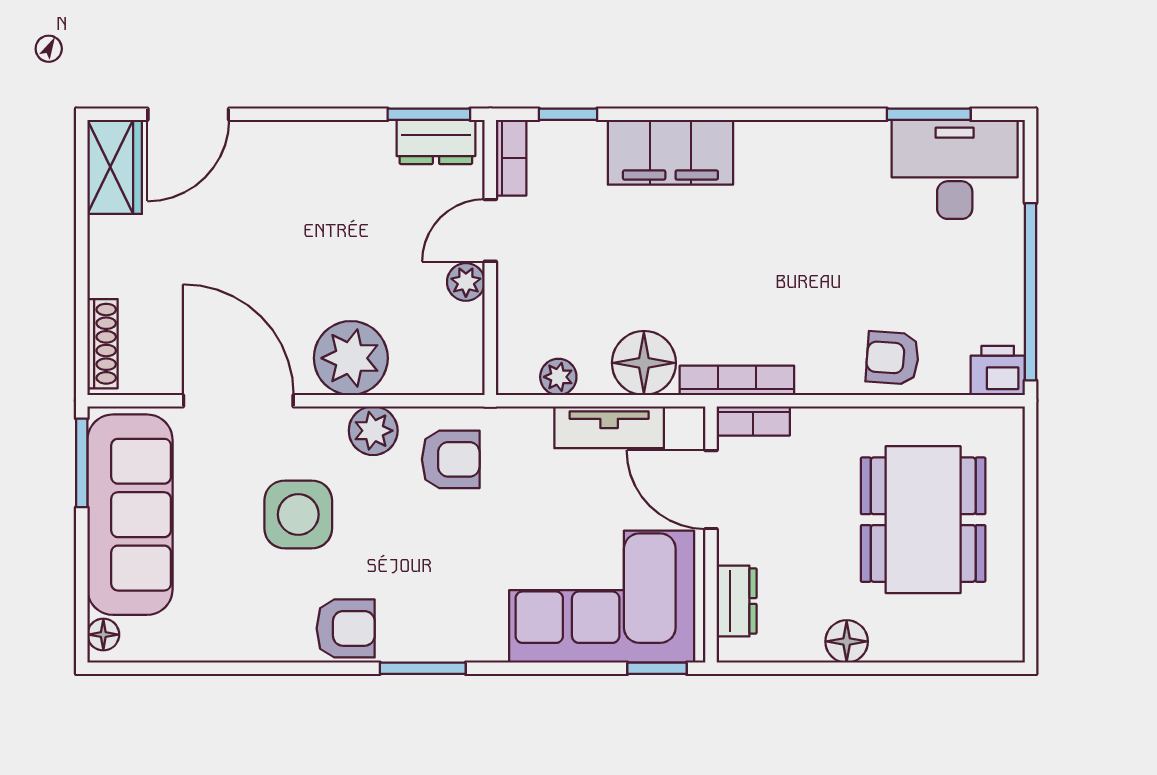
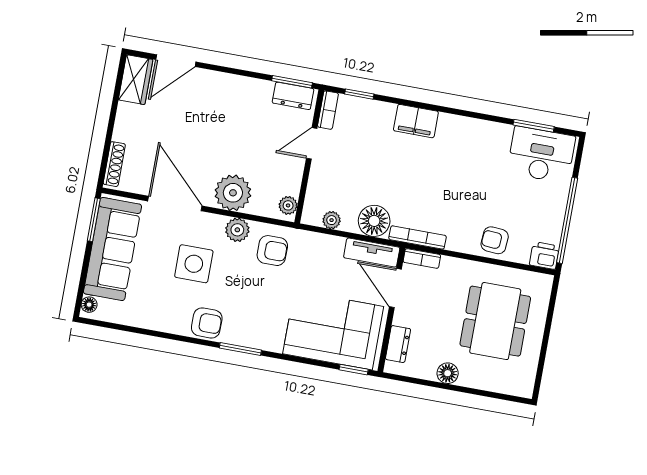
filing cabinet: (670, 152) -> (416, 121), width x0.67, depth x0.86
plant: (466, 282) -> (288, 205), moved
tv unit: (609, 427) -> (372, 253), moved

